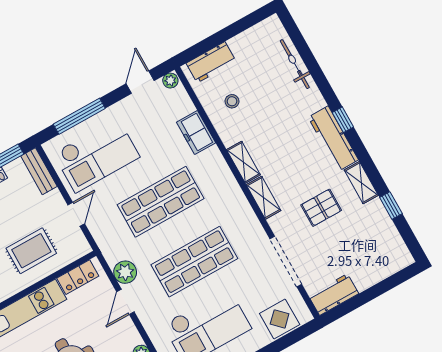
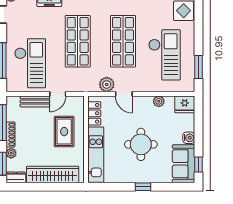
bench: (39, 171) -> (35, 101), moved
door: (76, 214) -> (58, 94), swing flipped

